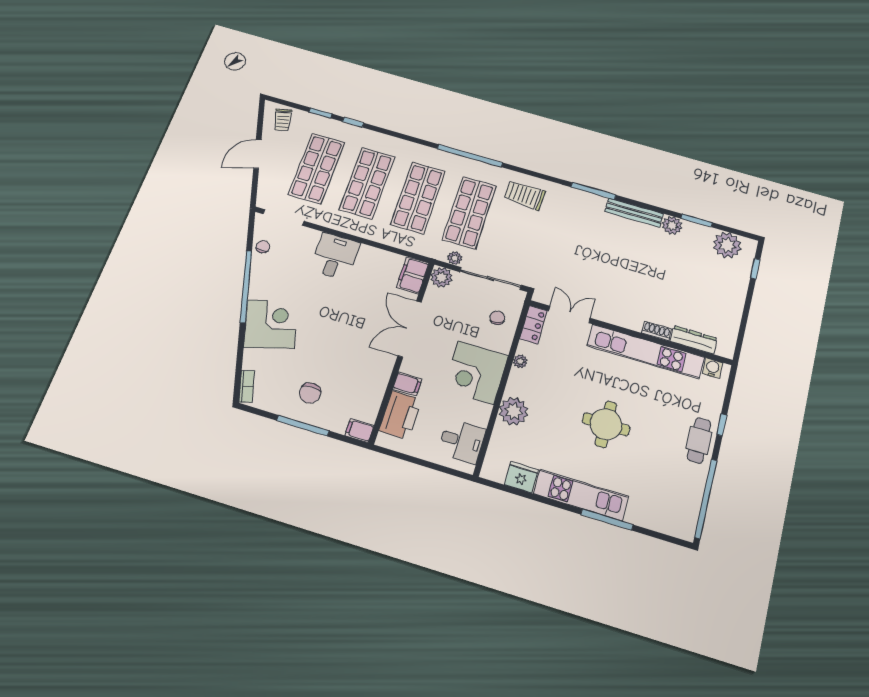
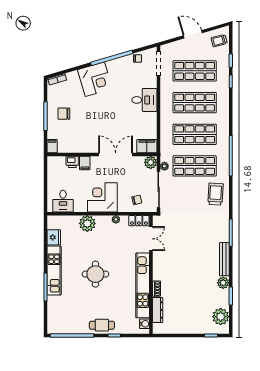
printer: (400, 415) -> (72, 162), width x0.53, depth x0.68

